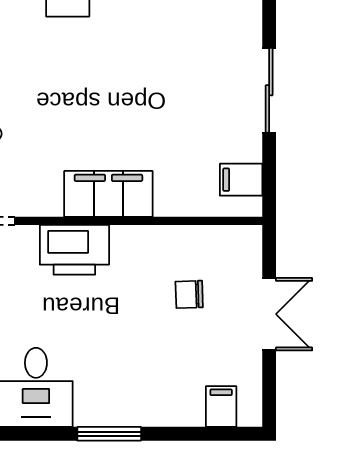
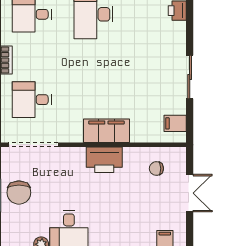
printer: (74, 250) -> (104, 160), moved
chair: (189, 294) -> (156, 168), moved

